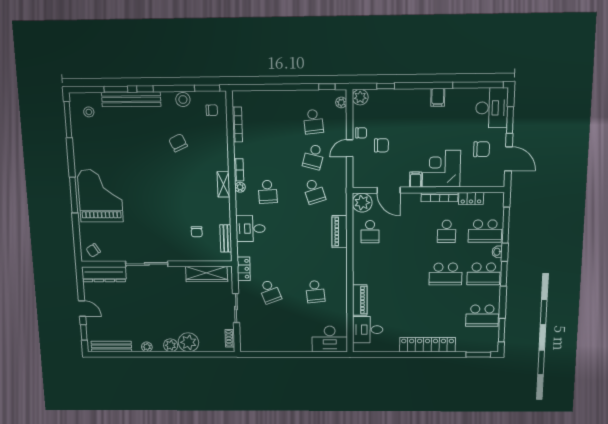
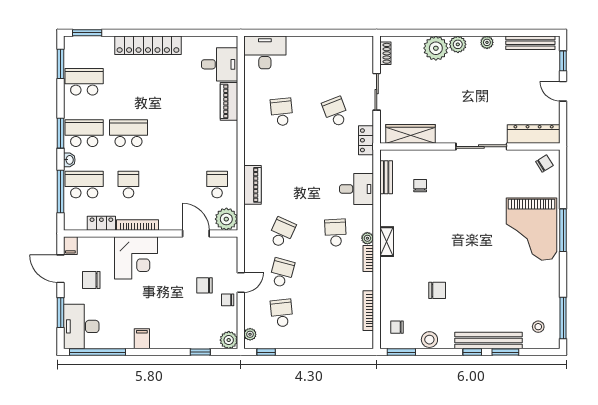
chair: (178, 143) -> (437, 290), turned -65
filing cabinet: (416, 180) -> (70, 246), moved
school desk: (314, 191) -> (282, 233), turned 42

